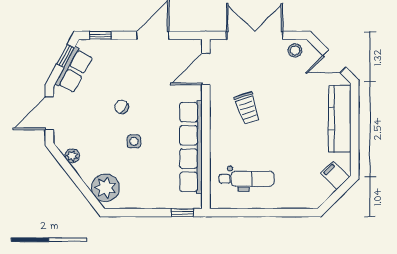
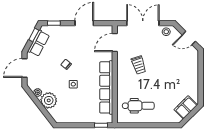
kitchen counter: (340, 119) -> (192, 71), removed
filing cabinet: (335, 175) -> (186, 107), width x2.00
plant: (106, 188) -> (49, 100), moved

